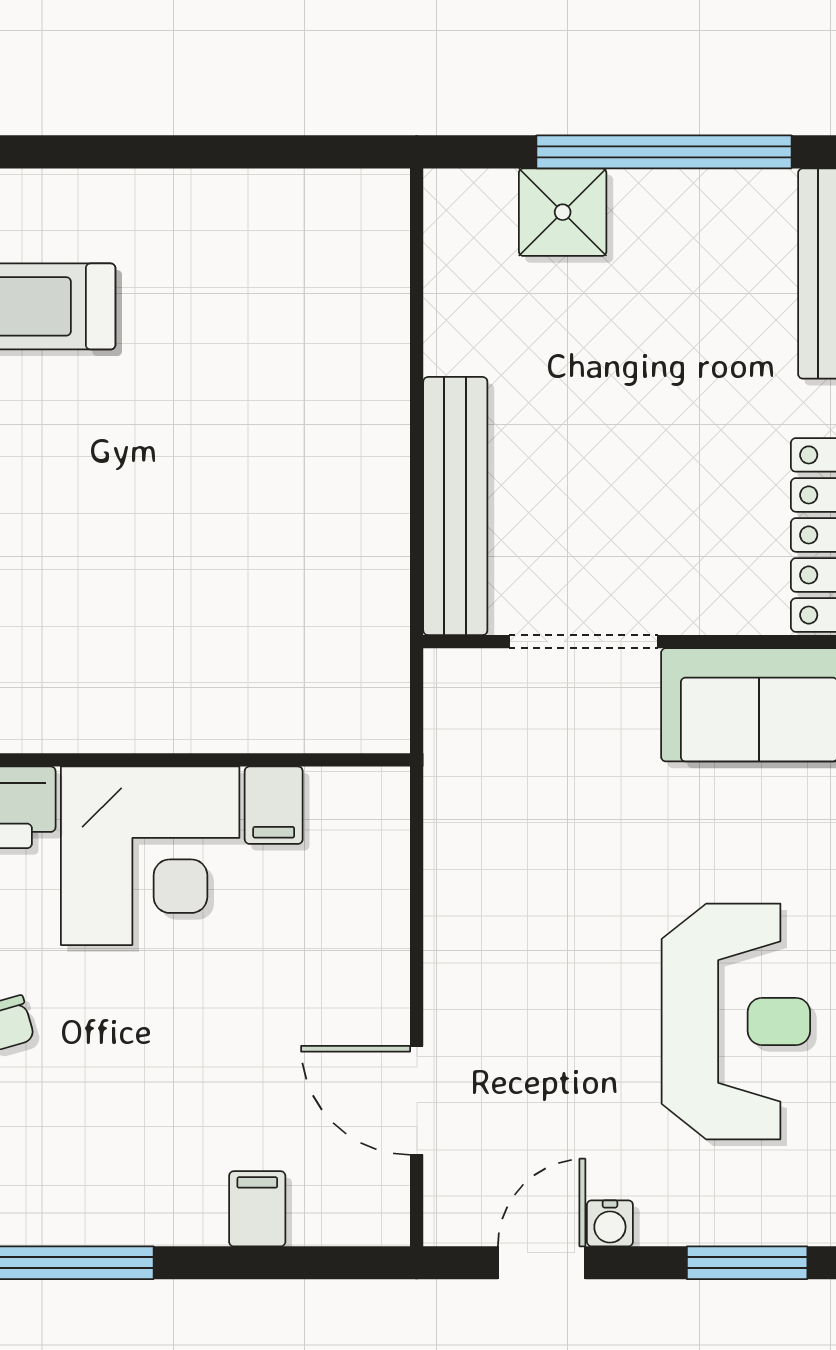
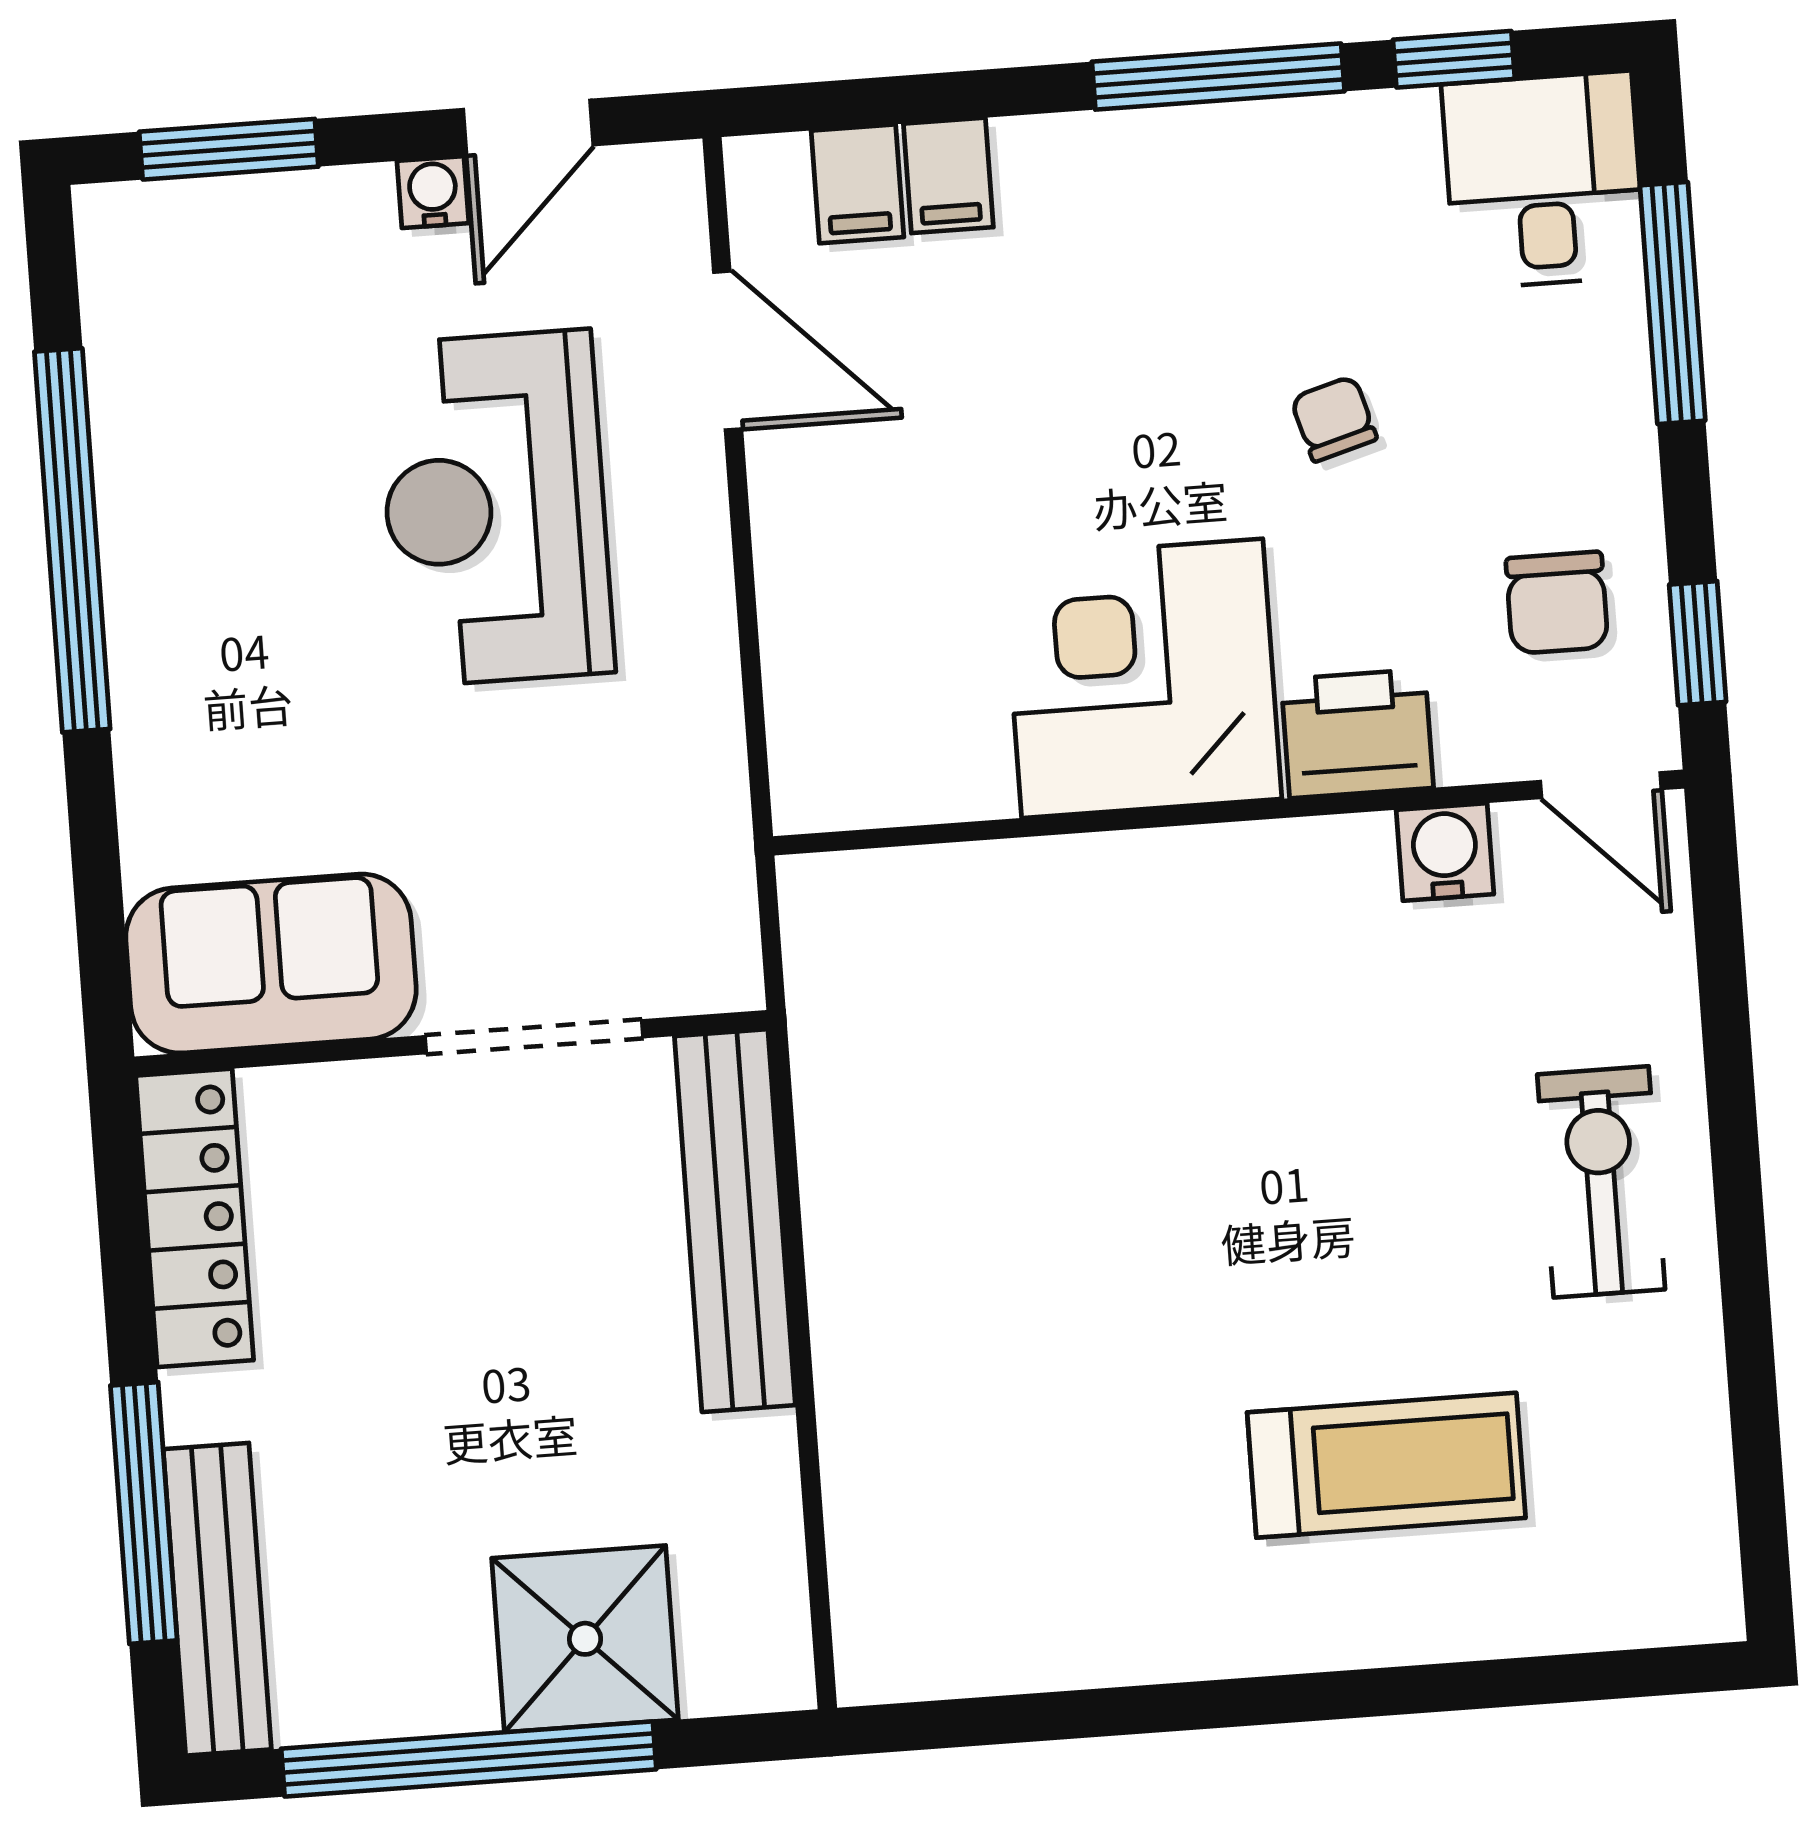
shower: (563, 212) -> (585, 1639), width x1.36, depth x1.36
filing cabinet: (274, 805) -> (857, 184), moved, turned 180
reception desk: (736, 1021) -> (495, 508), moved

